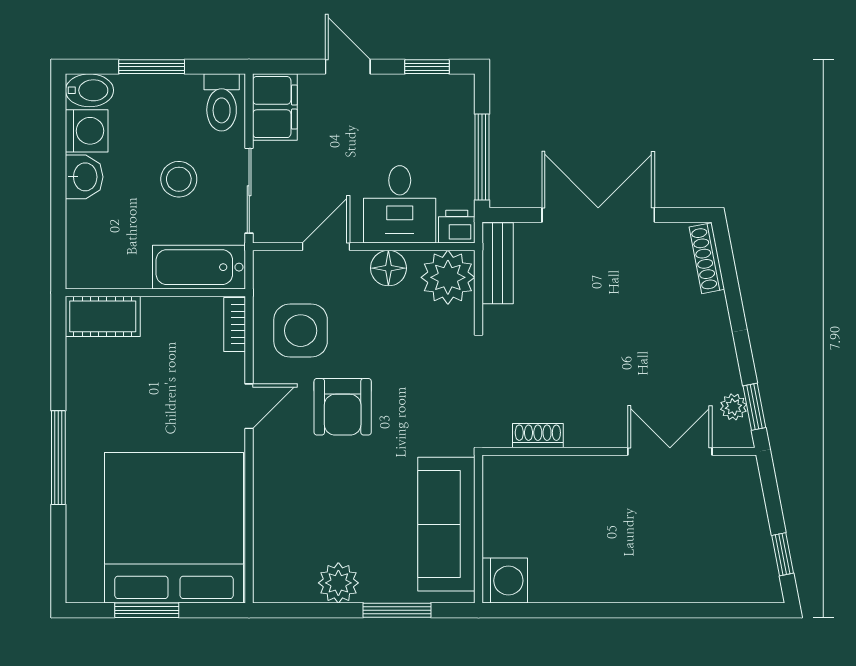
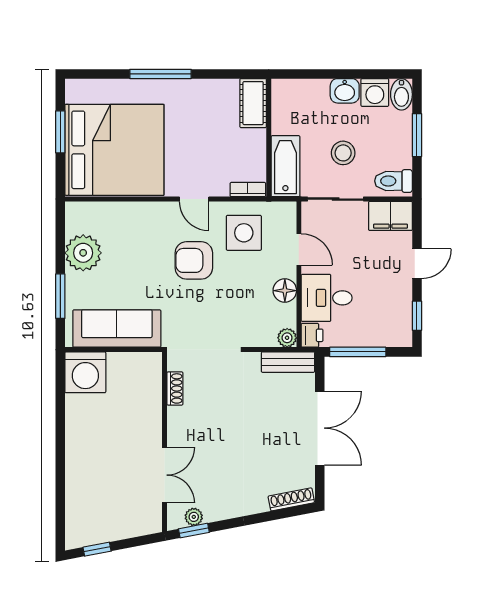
plant: (448, 277) -> (287, 338), width x0.53, depth x0.53
washing machine: (505, 581) -> (85, 372), width x1.37, depth x1.37
plant: (338, 583) -> (83, 253), width x1.36, depth x1.36

